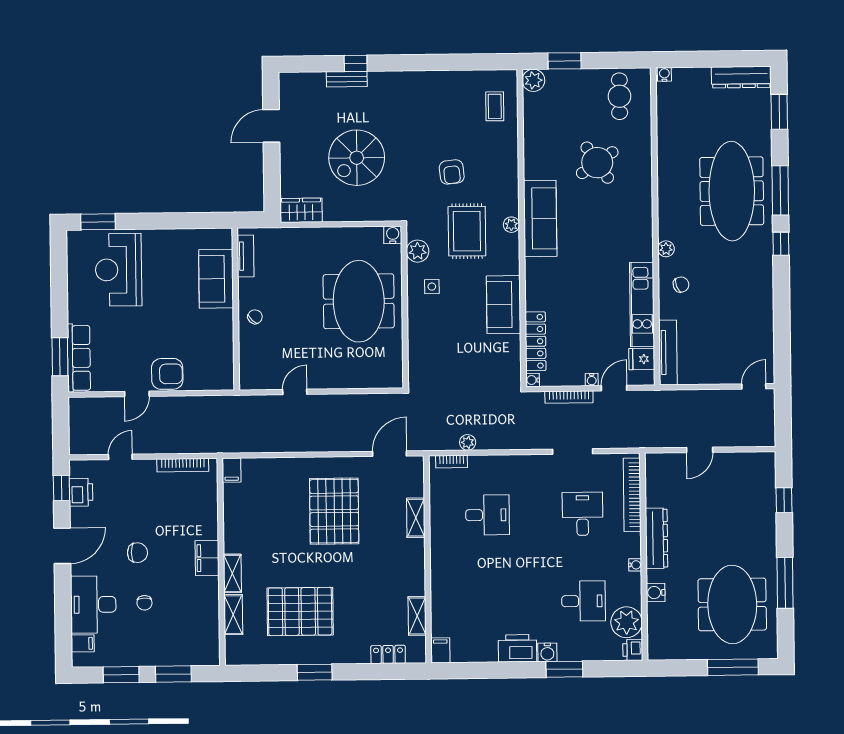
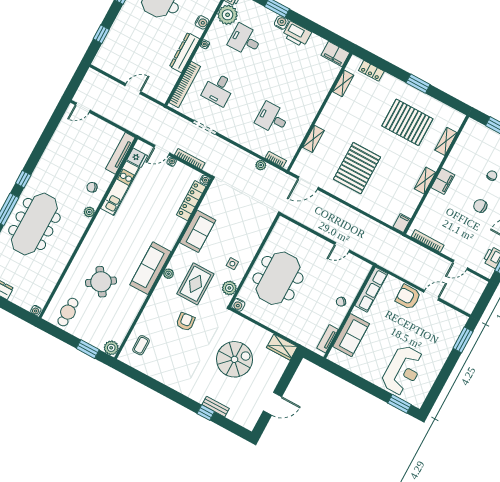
row of seats: (79, 358) -> (371, 290), moved, turned 180
shelving: (232, 573) -> (425, 181), moved
filing cabinet: (440, 650) -> (335, 54), width x2.00

